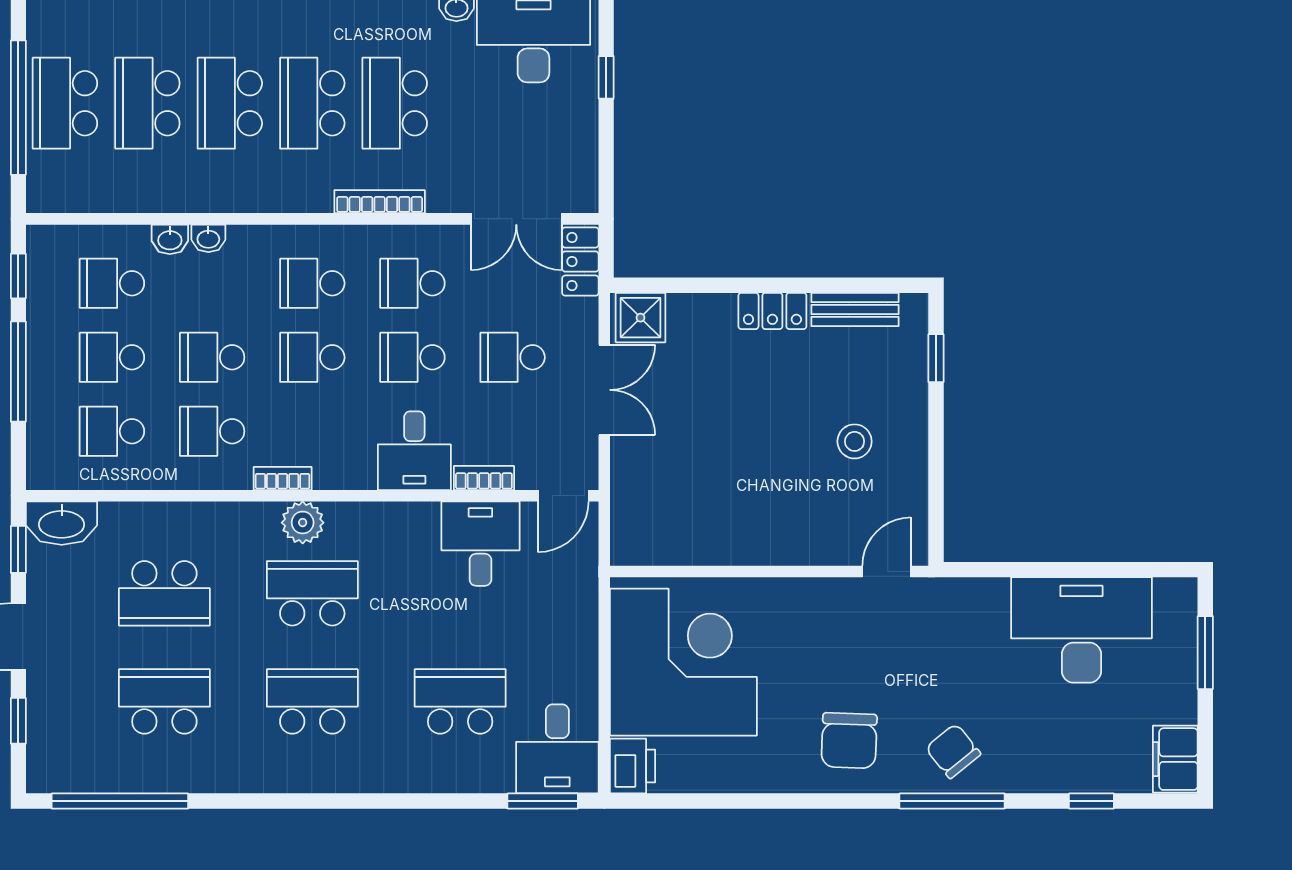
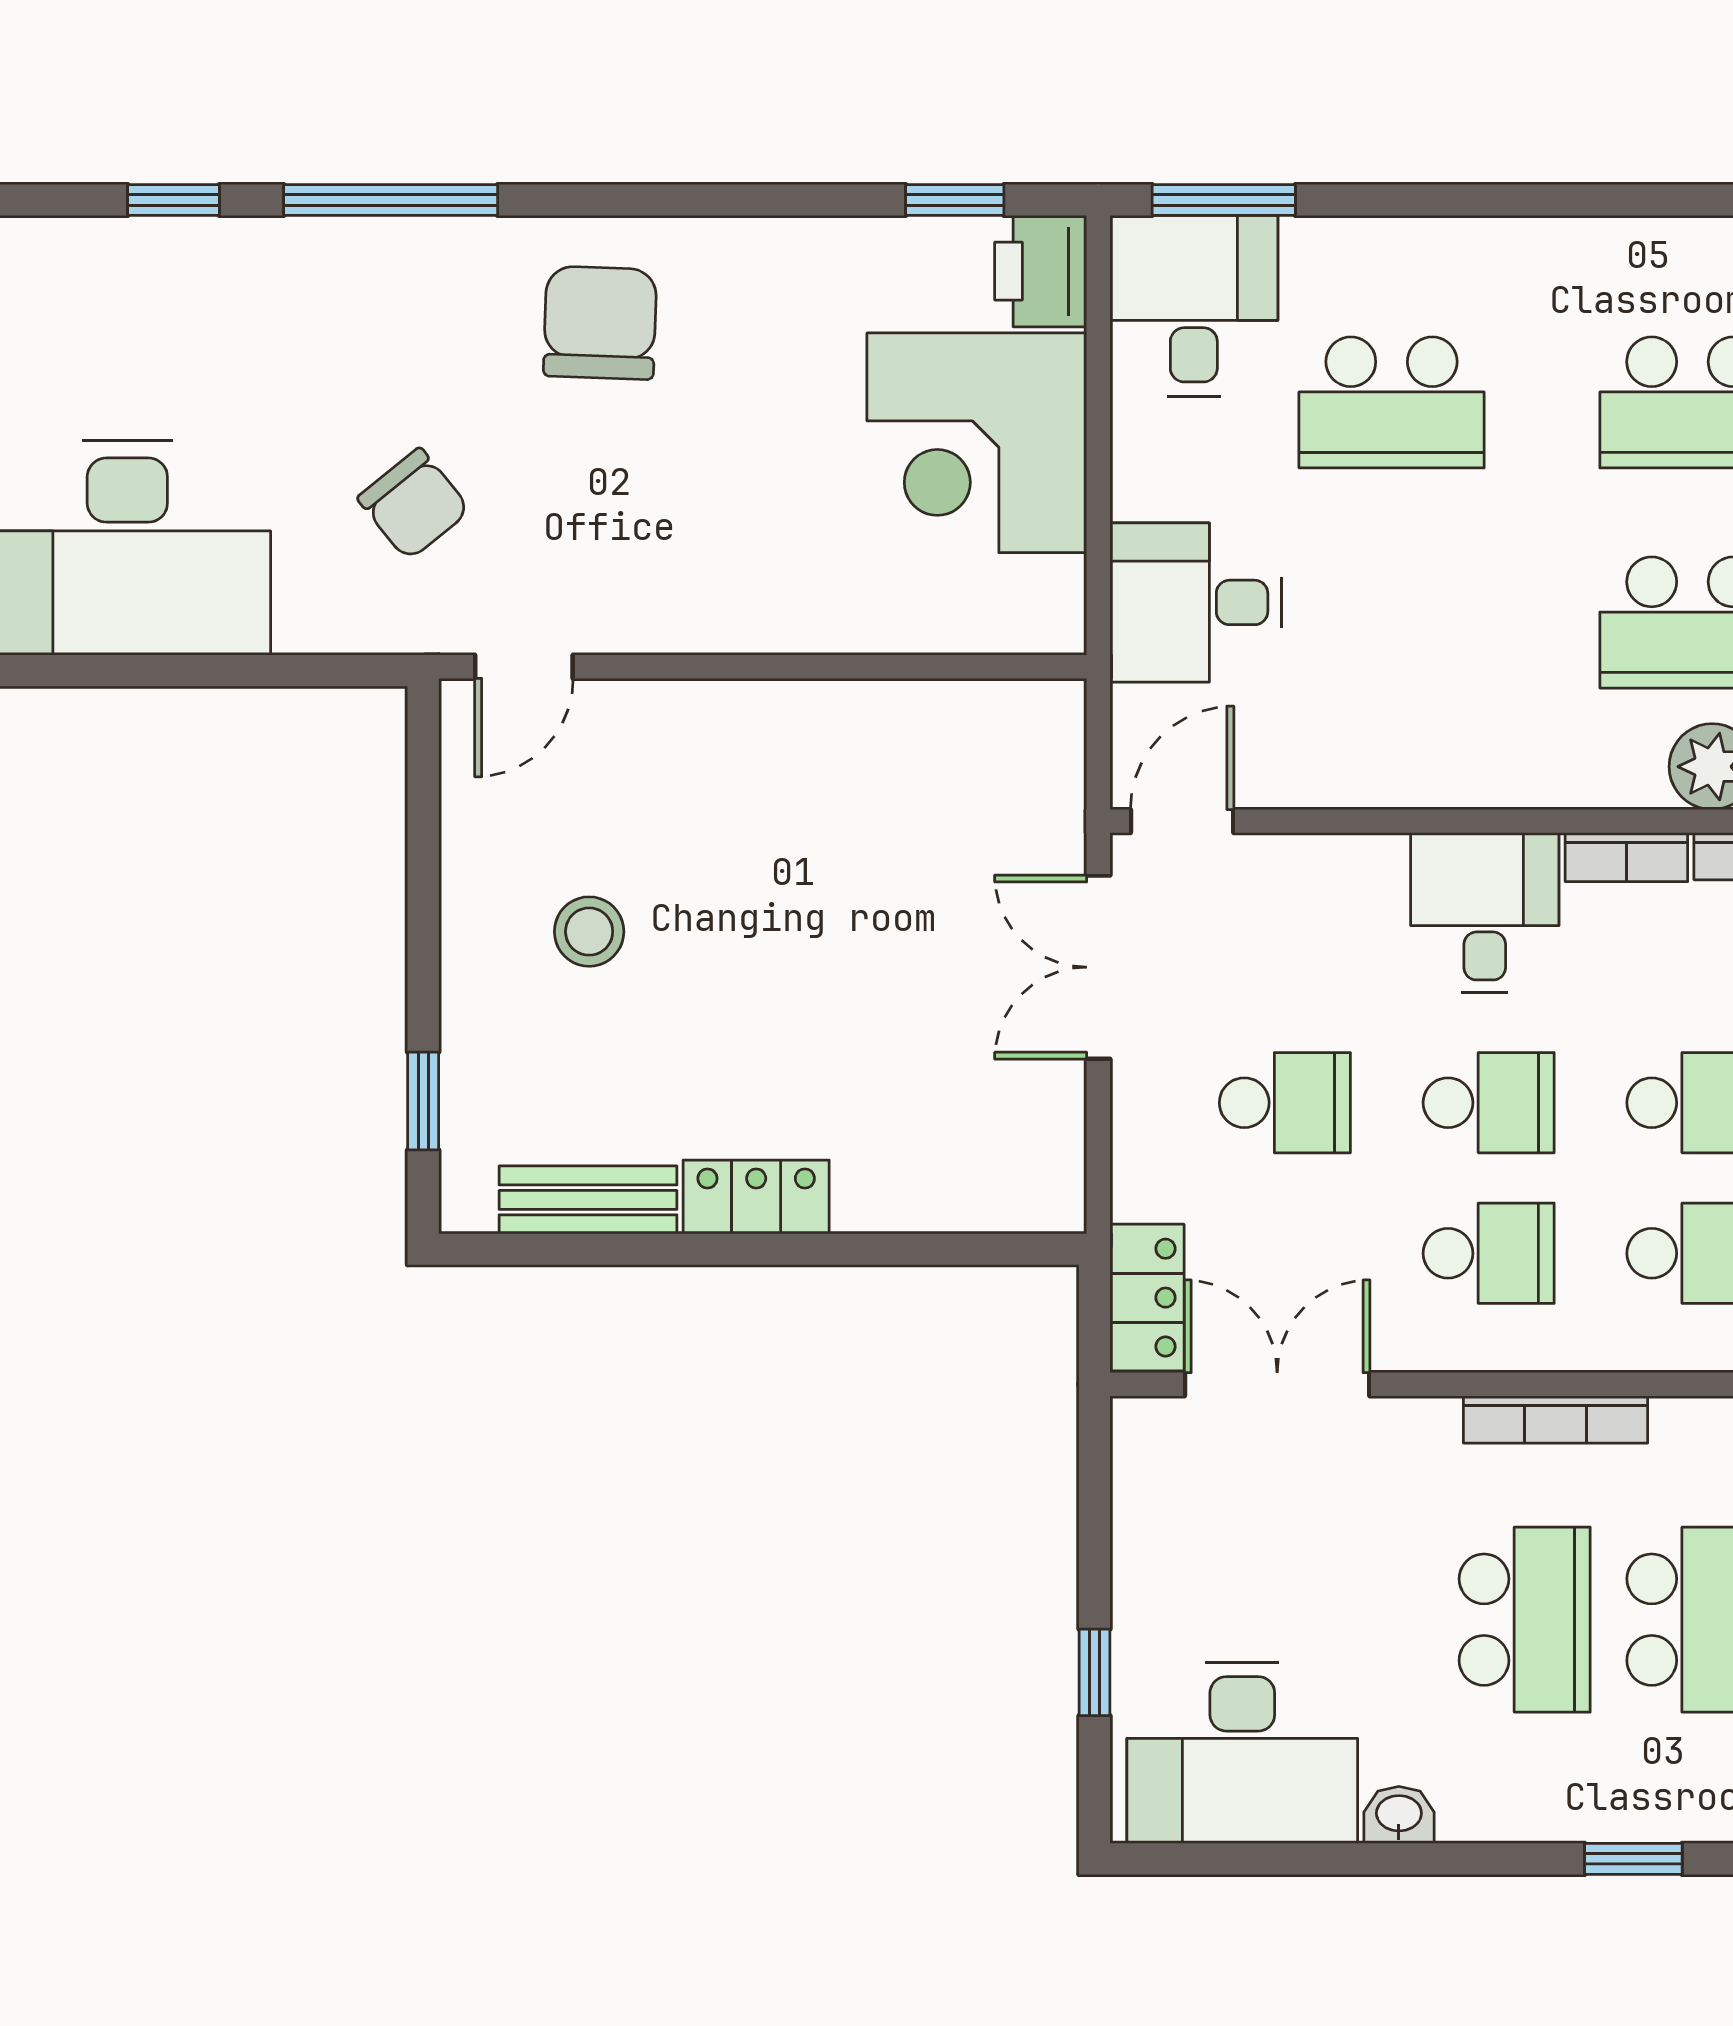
shower: (641, 318) -> (1025, 1183), removed
double door: (604, 390) -> (1098, 967), moved
bookcase: (484, 478) -> (1626, 857), moved
desk: (480, 544) -> (1196, 602), moved, turned 90
corner desk: (683, 662) -> (977, 443), width x0.74, depth x0.74
chair: (953, 751) -> (414, 504), moved
window: (675, 801) -> (955, 200), added
window: (1091, 801) -> (173, 200), moved

